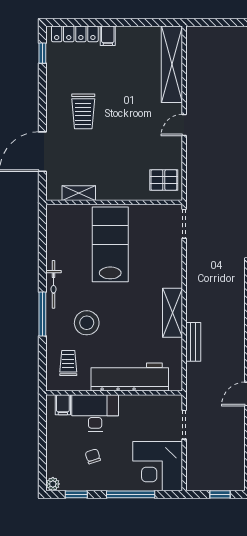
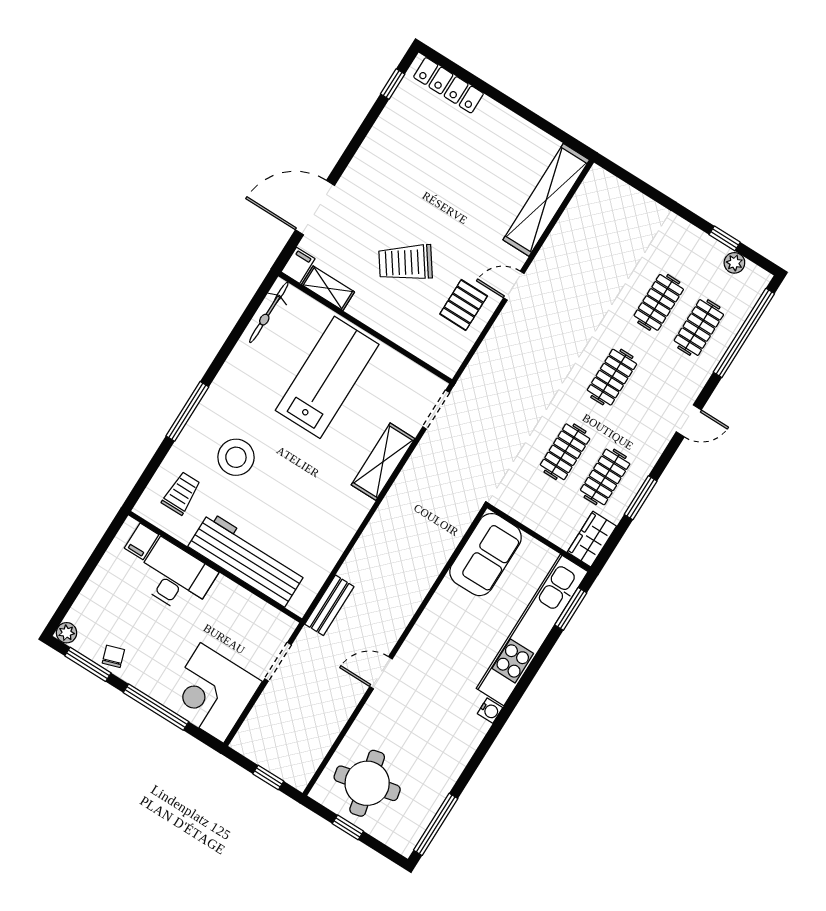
filing cabinet: (108, 36) -> (298, 265), moved, turned 180
trolley: (83, 111) -> (406, 262), moved, turned 55
pallet: (164, 180) -> (464, 305), moved, turned 90
bicycle: (54, 284) -> (269, 312), moved
shelving: (172, 313) -> (383, 462), moved
bench: (193, 342) -> (329, 605), moved
chair: (93, 456) -> (113, 656), moved
window: (76, 494) -> (88, 664), width x1.50

